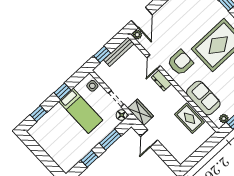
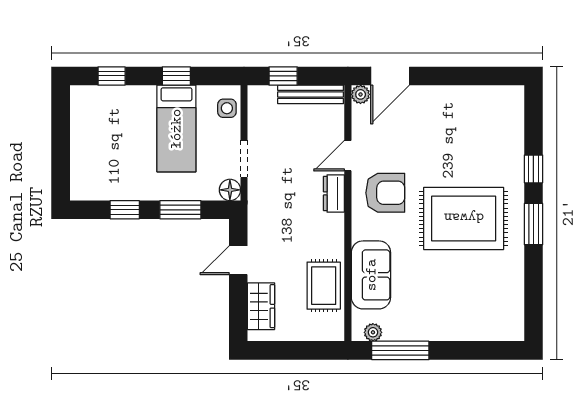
wardrobe: (141, 112) -> (261, 306), moved

